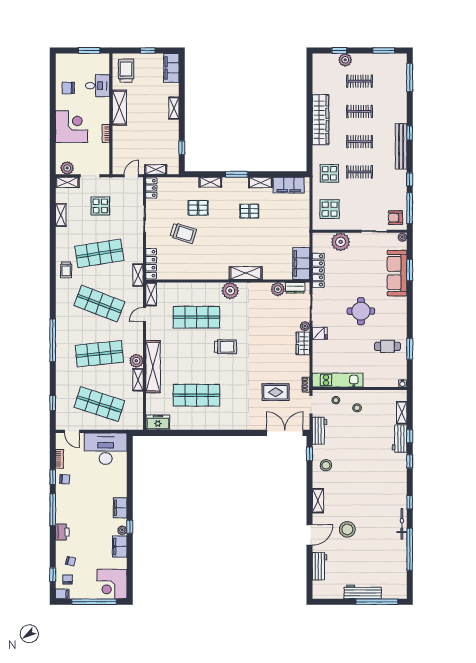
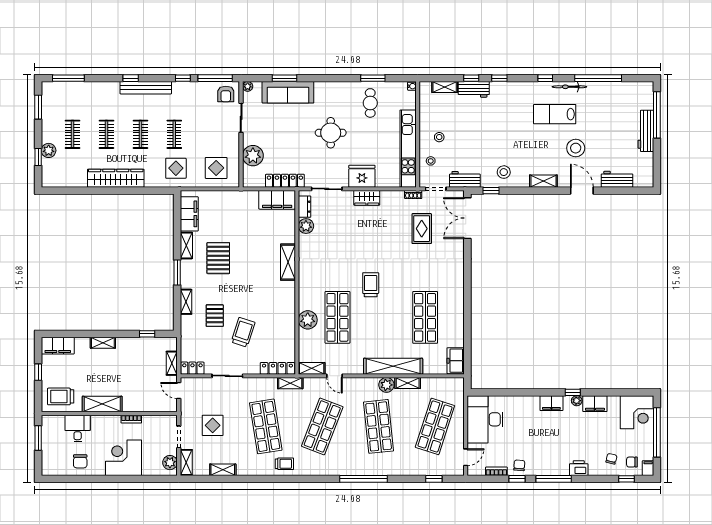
pallet: (249, 211) -> (218, 258), width x1.50, depth x1.42
plant: (230, 291) -> (308, 320), moved
plant: (305, 326) -> (348, 196), removed
fridge: (320, 333) -> (362, 176), width x1.88, depth x1.34
kitchen unit: (338, 380) -> (408, 149), width x1.36
lab bench: (378, 511) -> (555, 114), added

